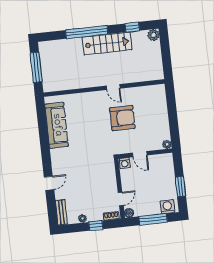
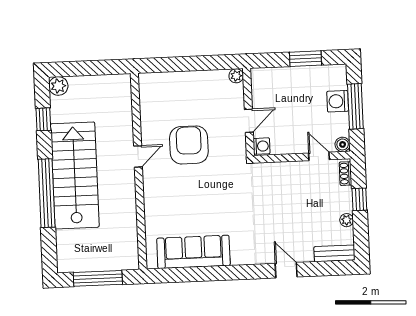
stairs: (107, 43) -> (75, 175), width x1.36, depth x1.51
washing machine: (167, 207) -> (338, 101), moved

